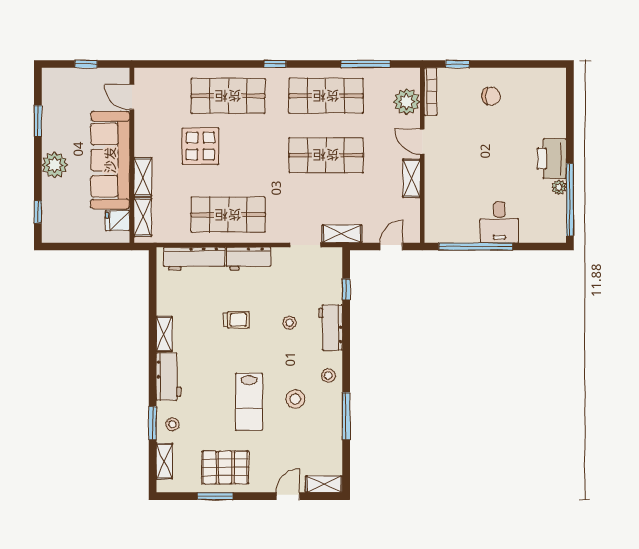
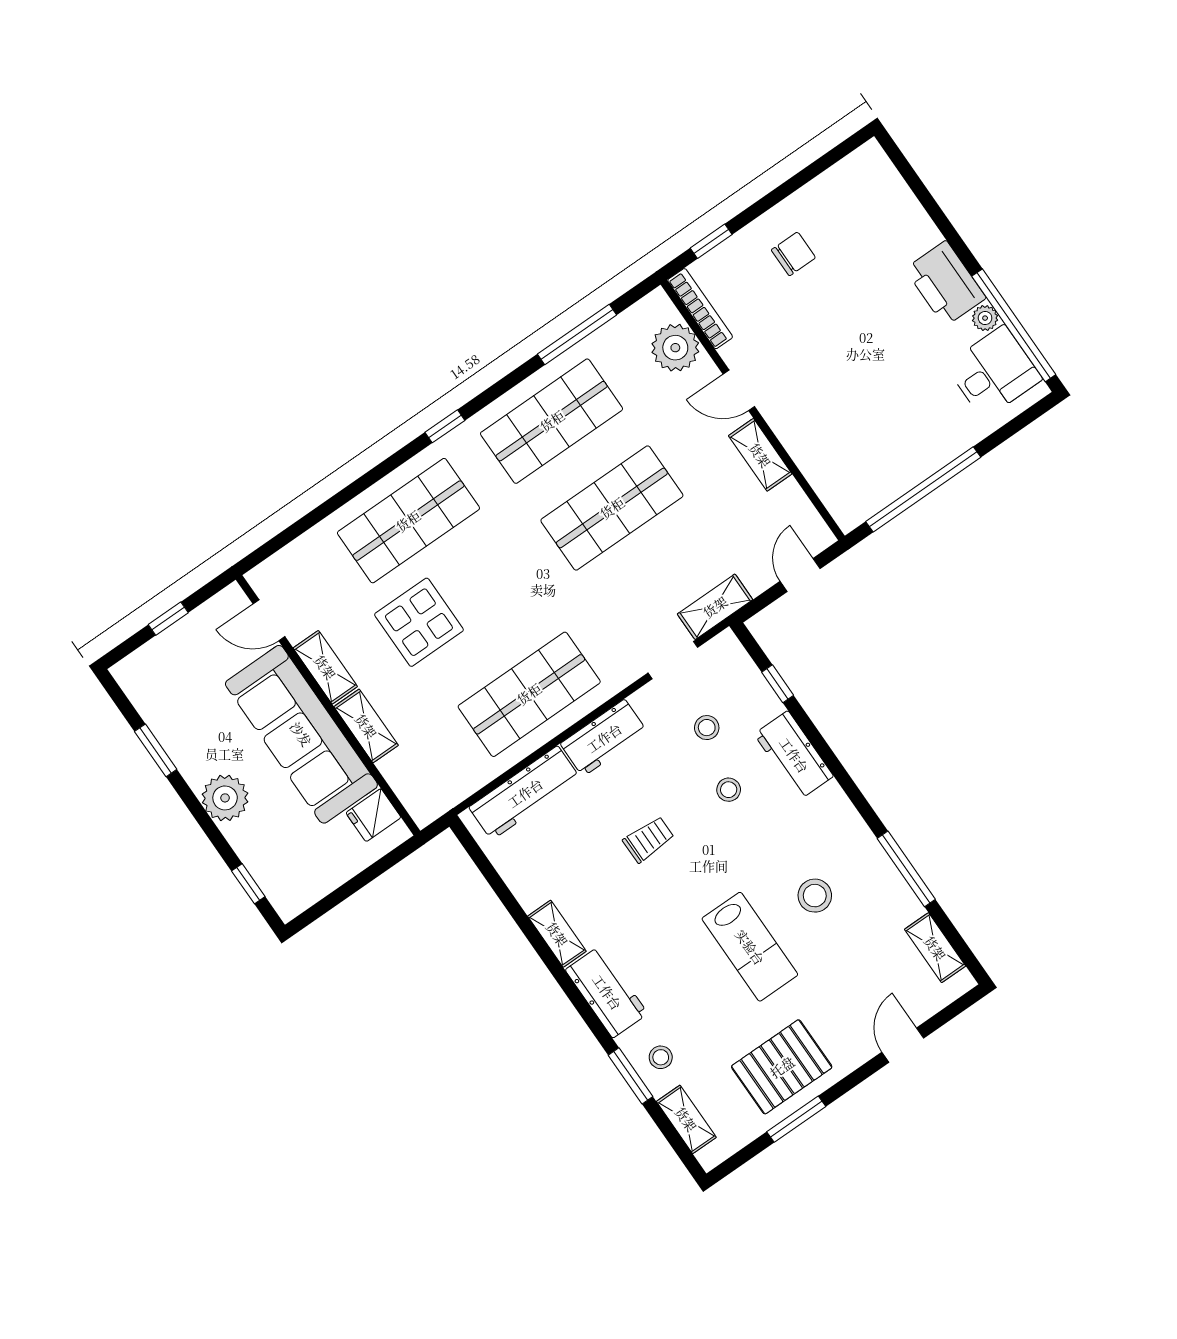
shelving: (143, 217) -> (325, 667), moved
desk: (499, 222) -> (994, 372), moved, turned -90
stool: (328, 376) -> (707, 728), moved
shelving: (324, 484) -> (935, 948), moved, turned 90

